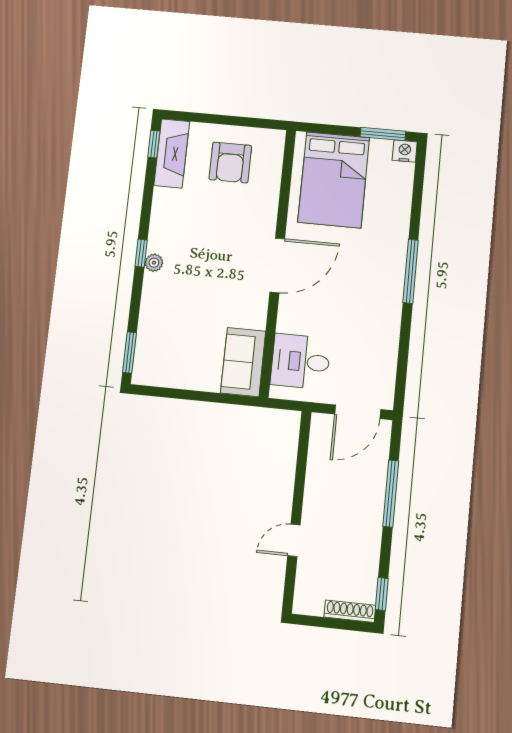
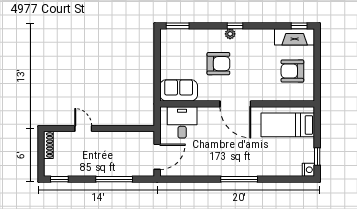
window: (383, 134) -> (317, 156), width x0.67
bed: (334, 180) -> (288, 125), width x0.67
armchair: (204, 288) -> (218, 64), added
door: (358, 412) -> (157, 157), swing flipped
shoe rack: (350, 611) -> (48, 145), moved

